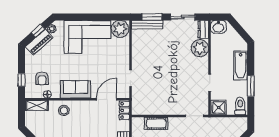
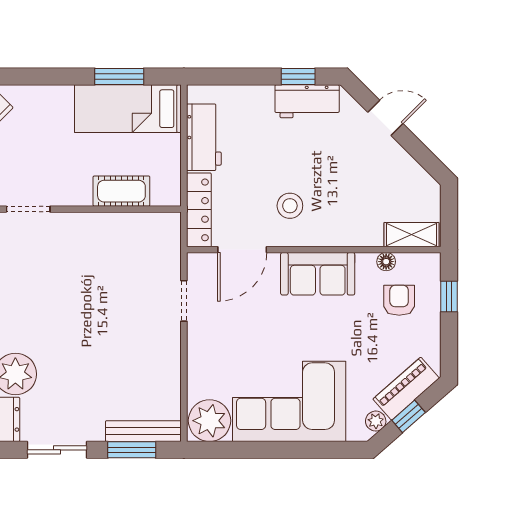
locker: (124, 110) -> (199, 210), width x1.53
stool: (64, 111) -> (290, 206), moved

